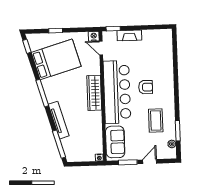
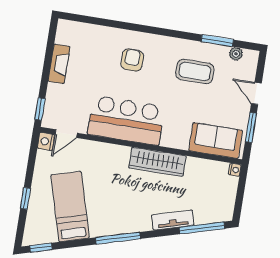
fireplace: (129, 35) -> (59, 64), moved
bed: (56, 59) -> (70, 206), width x0.67
armchair: (146, 87) -> (132, 60), moved
bar counter: (117, 92) -> (126, 120), width x0.73
wardrobe: (94, 93) -> (157, 162), moved
tv unit: (59, 120) -> (173, 220), width x0.71

